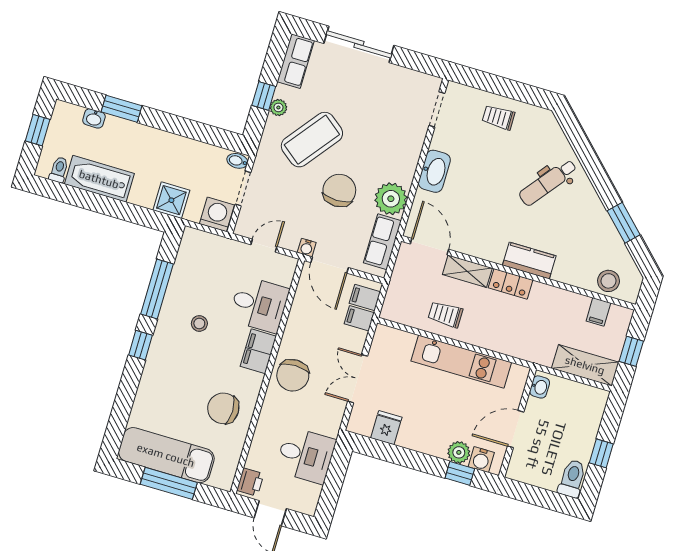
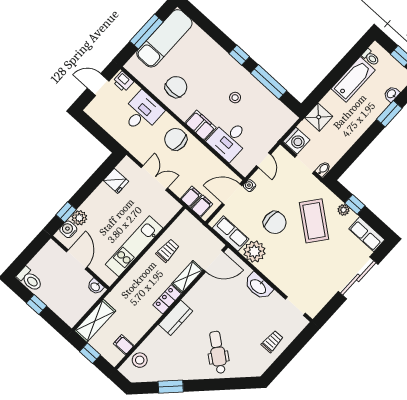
desk: (306, 455) -> (142, 112), moved, turned 180

